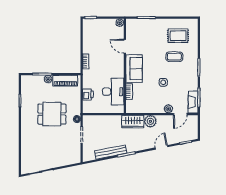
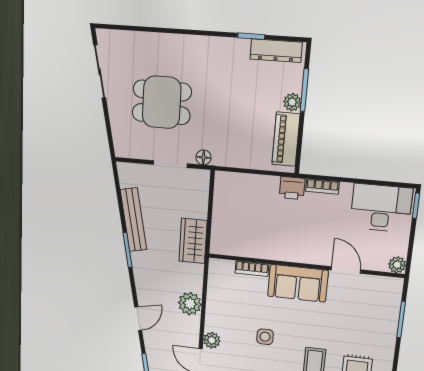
door: (125, 46) -> (346, 270), hinge flipped
dresser: (26, 89) -> (276, 51), added
desk: (113, 92) -> (381, 208), moved, turned 180
printer: (88, 95) -> (292, 188), moved
dining table: (52, 114) -> (162, 102), moved, turned 90
wardrobe: (133, 122) -> (193, 241), moved
door: (161, 147) -> (138, 319), hinge flipped

